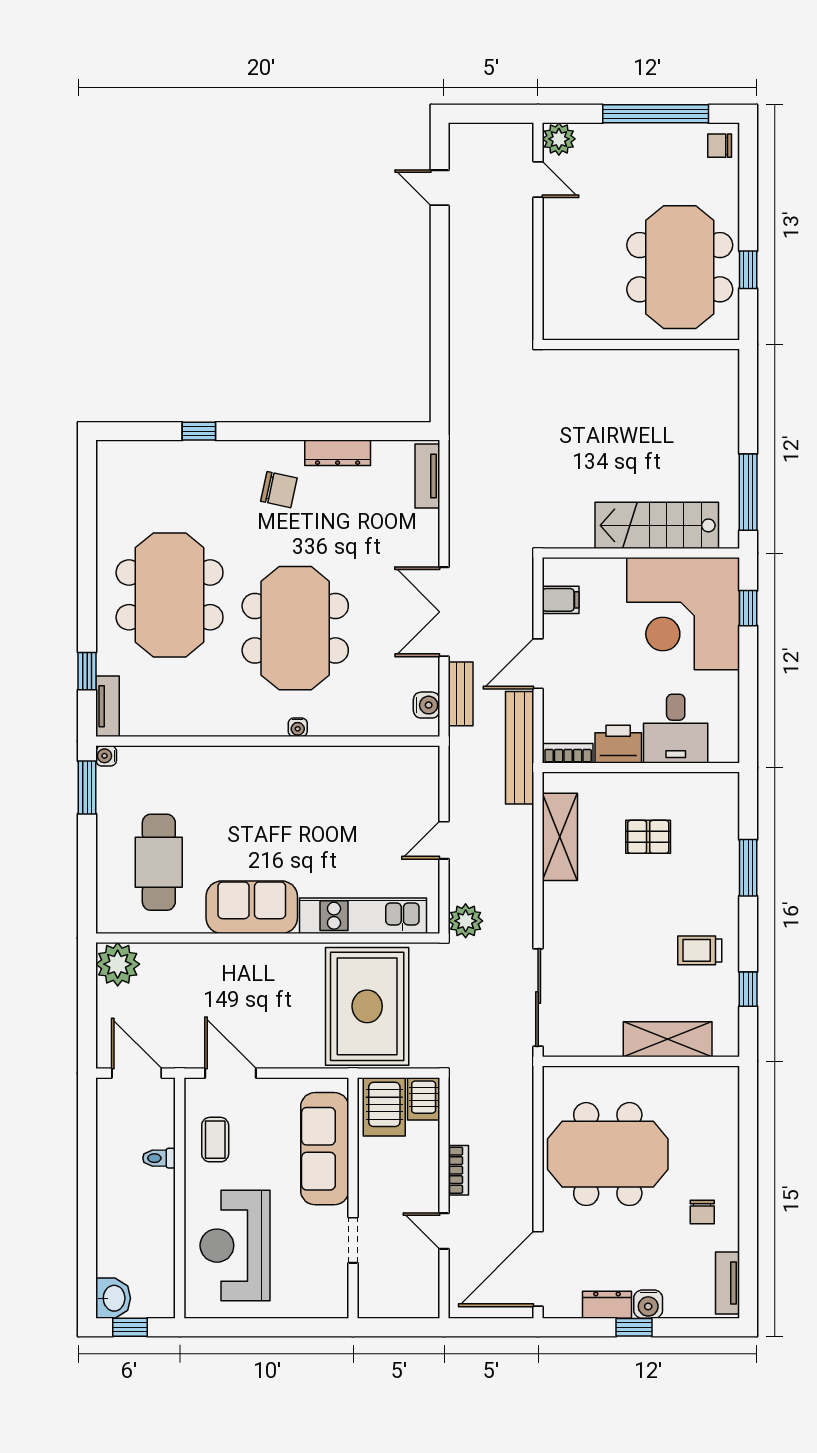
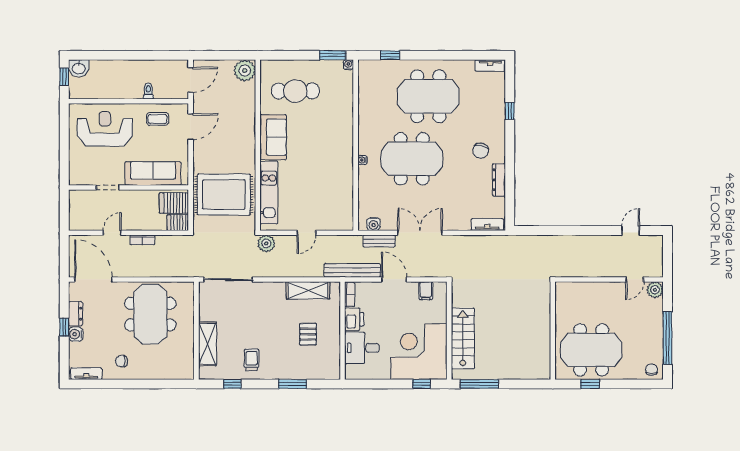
tv unit: (107, 706) -> (490, 65), moved
door: (444, 840) -> (306, 233), swing flipped

